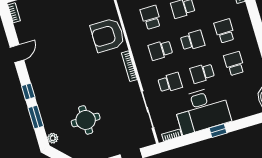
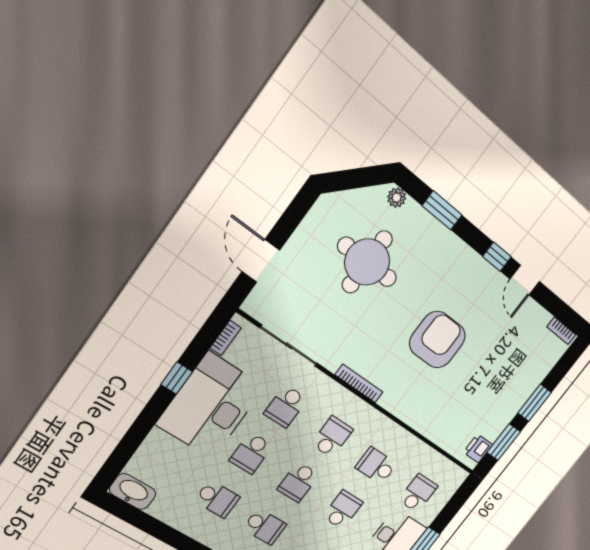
school desk: (151, 17) -> (376, 466), turned 180
armchair: (108, 35) -> (437, 340), moved
school desk: (202, 73) -> (251, 453), turned 180
window: (28, 91) -> (497, 257), moved
round table: (86, 120) -> (367, 262), width x1.36, depth x1.36
window: (218, 131) -> (177, 378), moved

